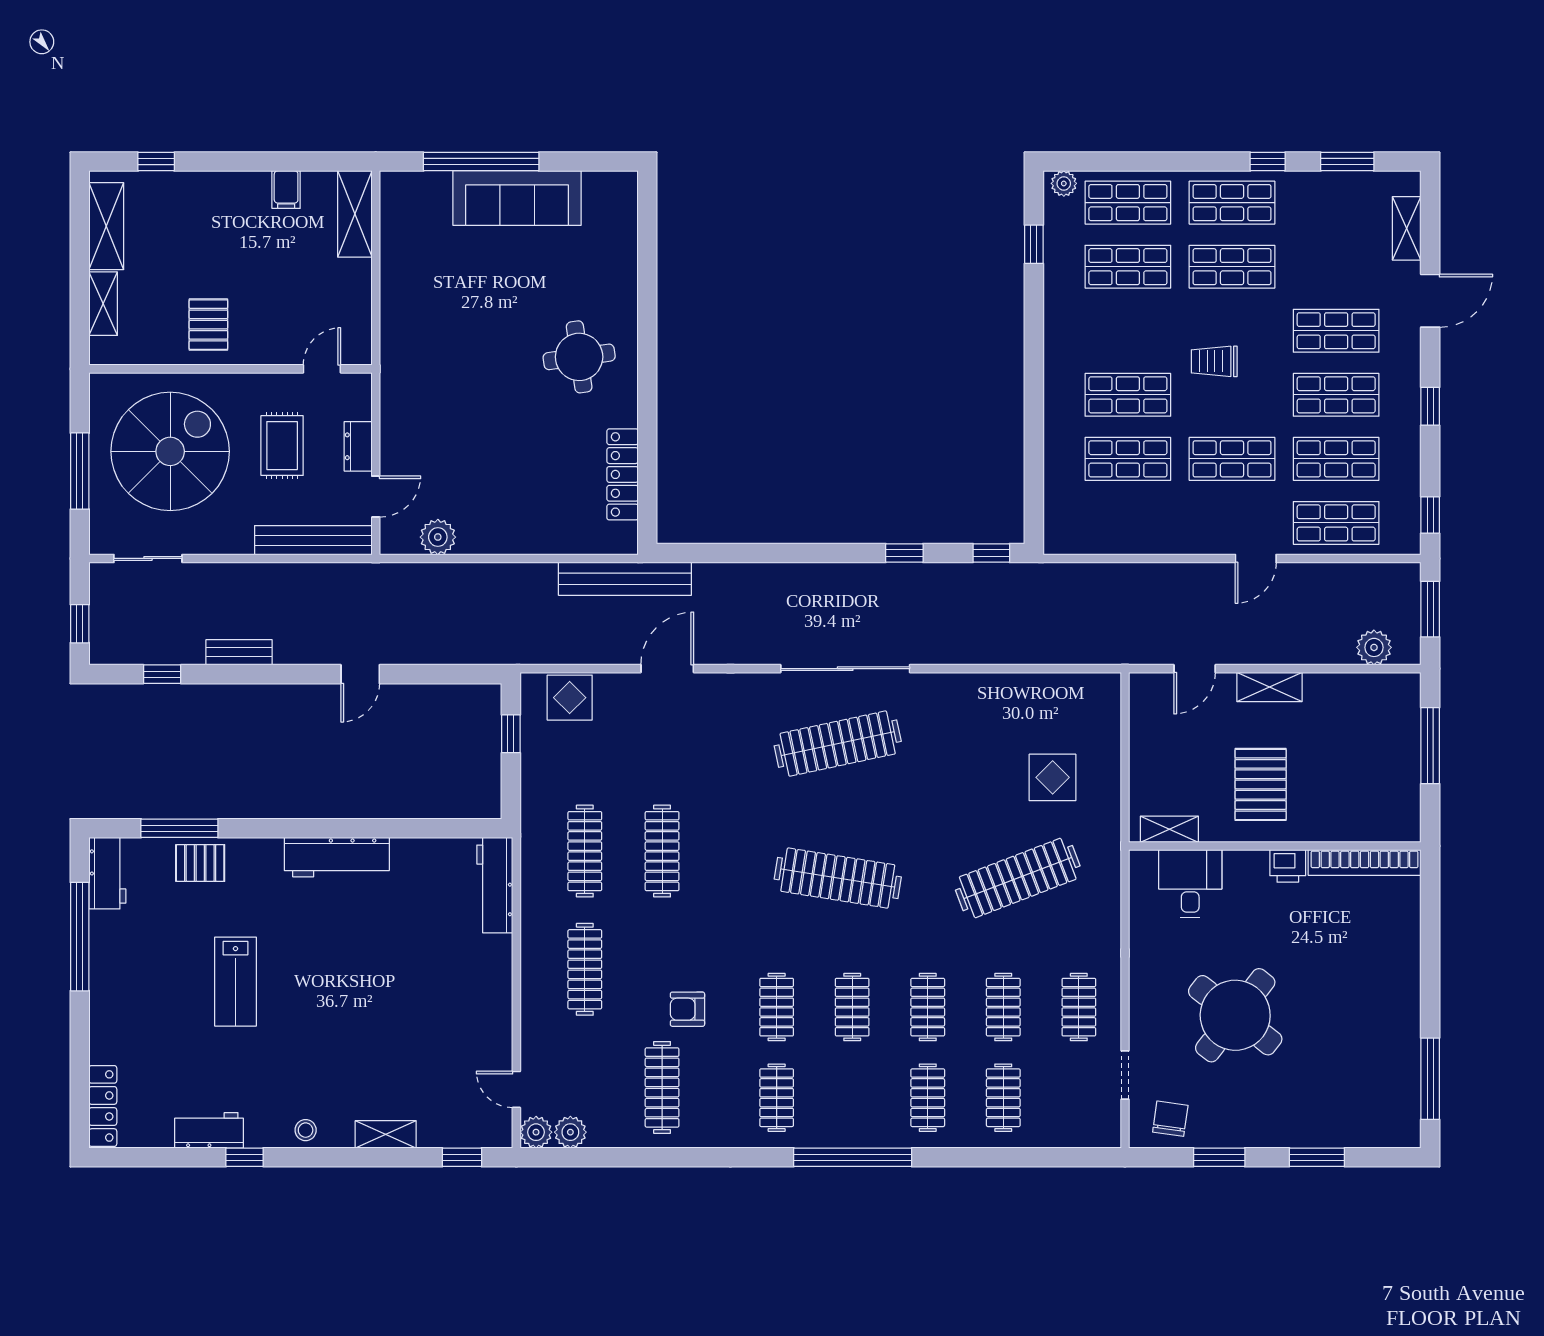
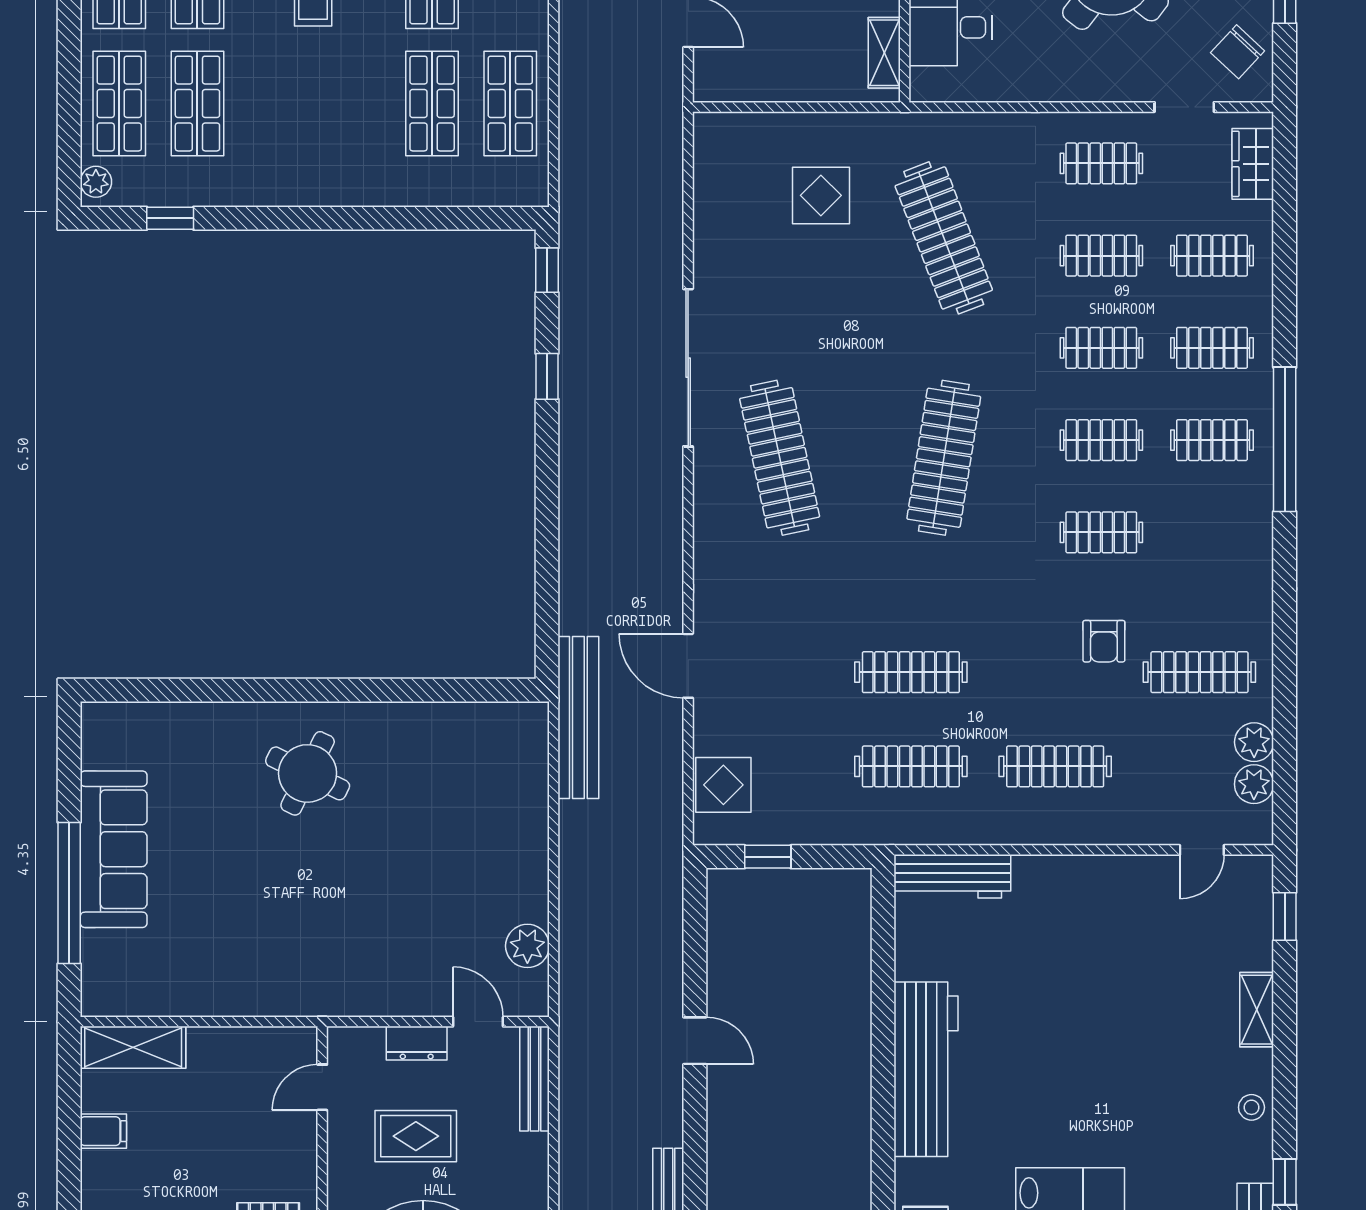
round table: (579, 357) -> (308, 773), turned 34
door: (322, 369) -> (322, 1087), hinge flipped
shop shelf: (1128, 395) -> (510, 104), moved
locker: (623, 474) -> (451, 720), removed
bench: (313, 540) -> (535, 1079), width x0.73, depth x0.82
sliding door: (845, 669) -> (688, 368), moved
workbench: (337, 857) -> (926, 1069), width x1.36, depth x1.32
clothes rail: (777, 1098) -> (1212, 440), moved
chair: (1170, 1119) -> (1238, 52), turned -55
wardrobe: (1078, 1131) -> (1253, 164), added
plant: (536, 1132) -> (1254, 742), moved

